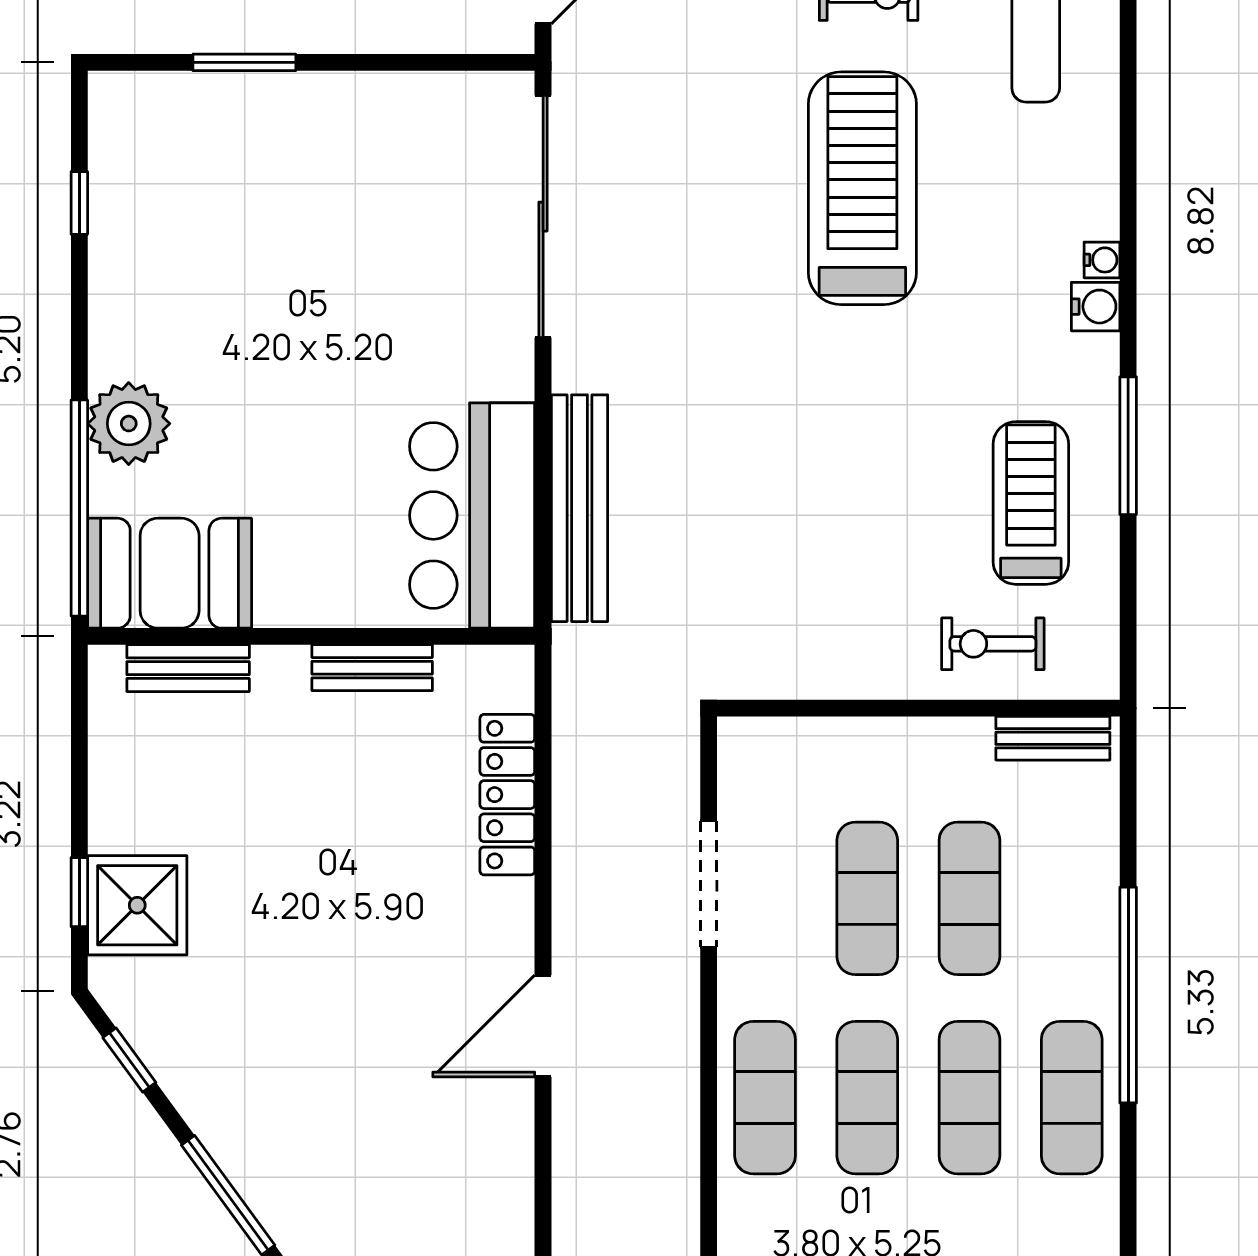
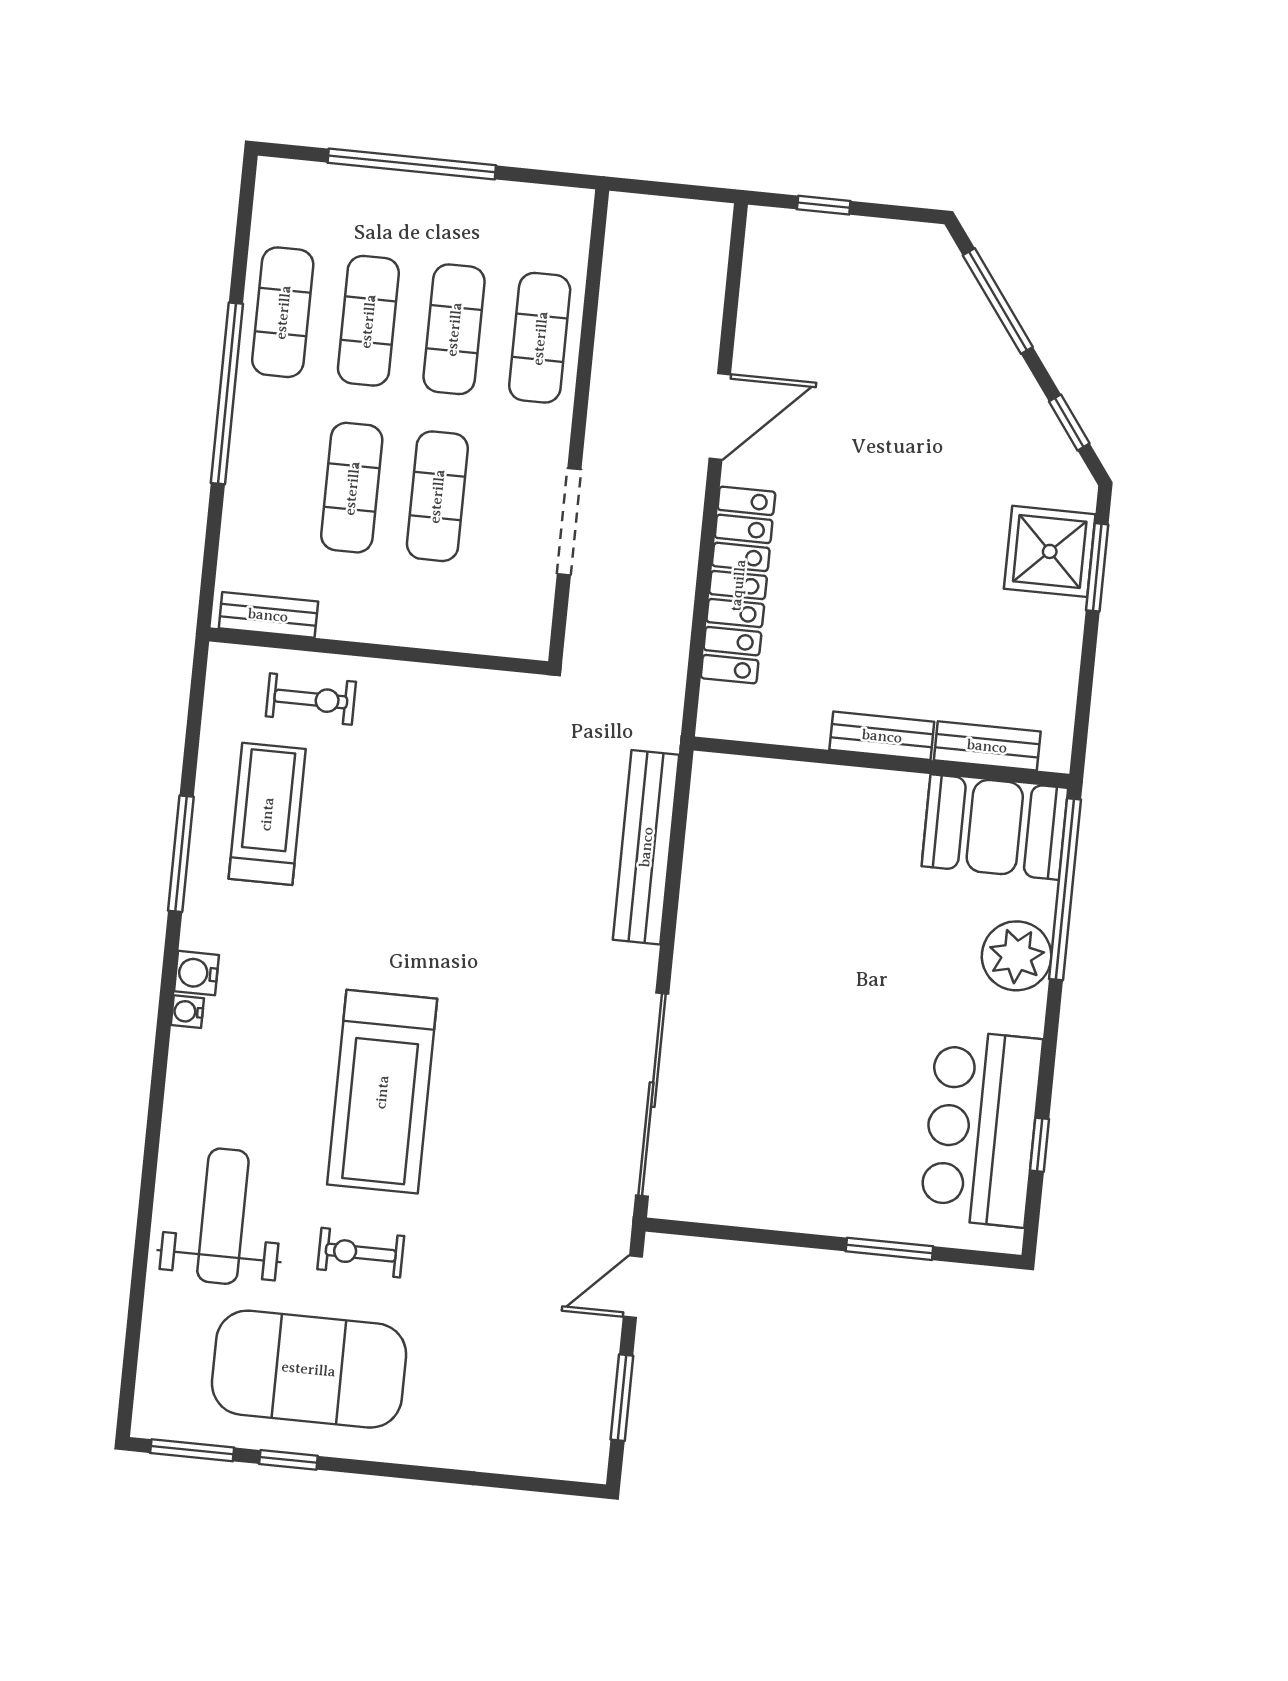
treadmill: (1031, 503) -> (267, 814), turned 180
bar counter: (472, 515) -> (981, 1128), moved, turned 180
bench: (372, 668) -> (882, 736), moved
locker: (507, 795) -> (738, 585), width x1.41, depth x1.21
window: (79, 892) -> (1097, 567), width x1.50

